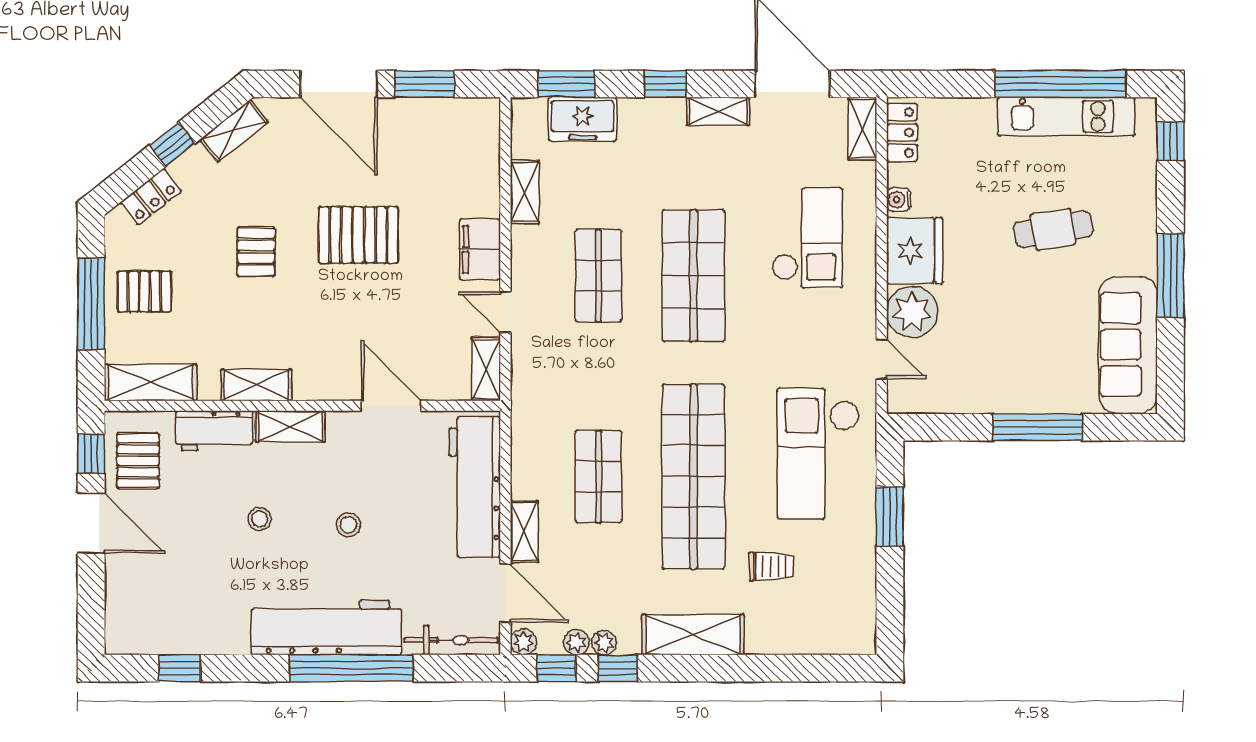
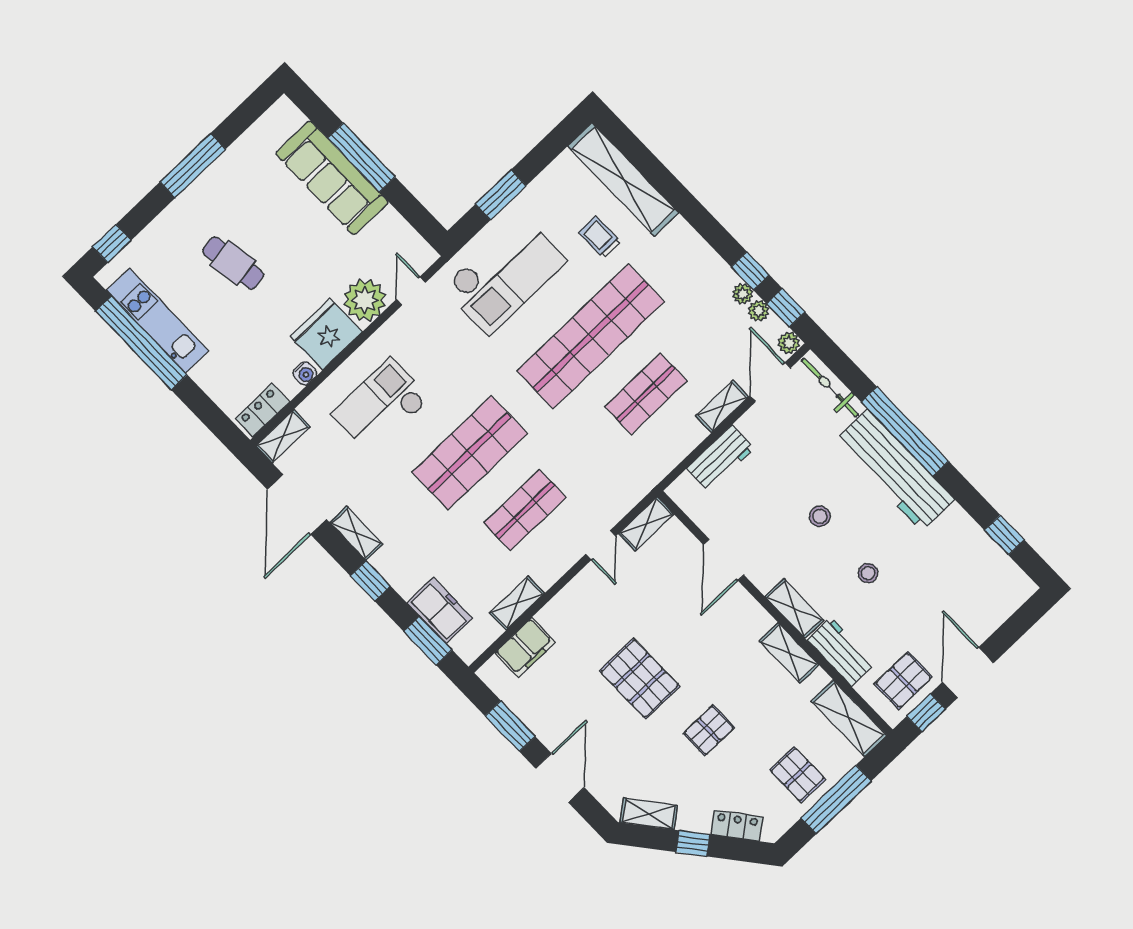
door: (339, 84) -> (560, 778), width x0.73
filing cabinet: (480, 249) -> (525, 647), moved
sofa: (1128, 345) -> (332, 178), moved, turned 90
workbench: (475, 487) -> (720, 458), width x0.53, depth x0.76
shelving: (693, 635) -> (623, 179), moved, width x1.47

